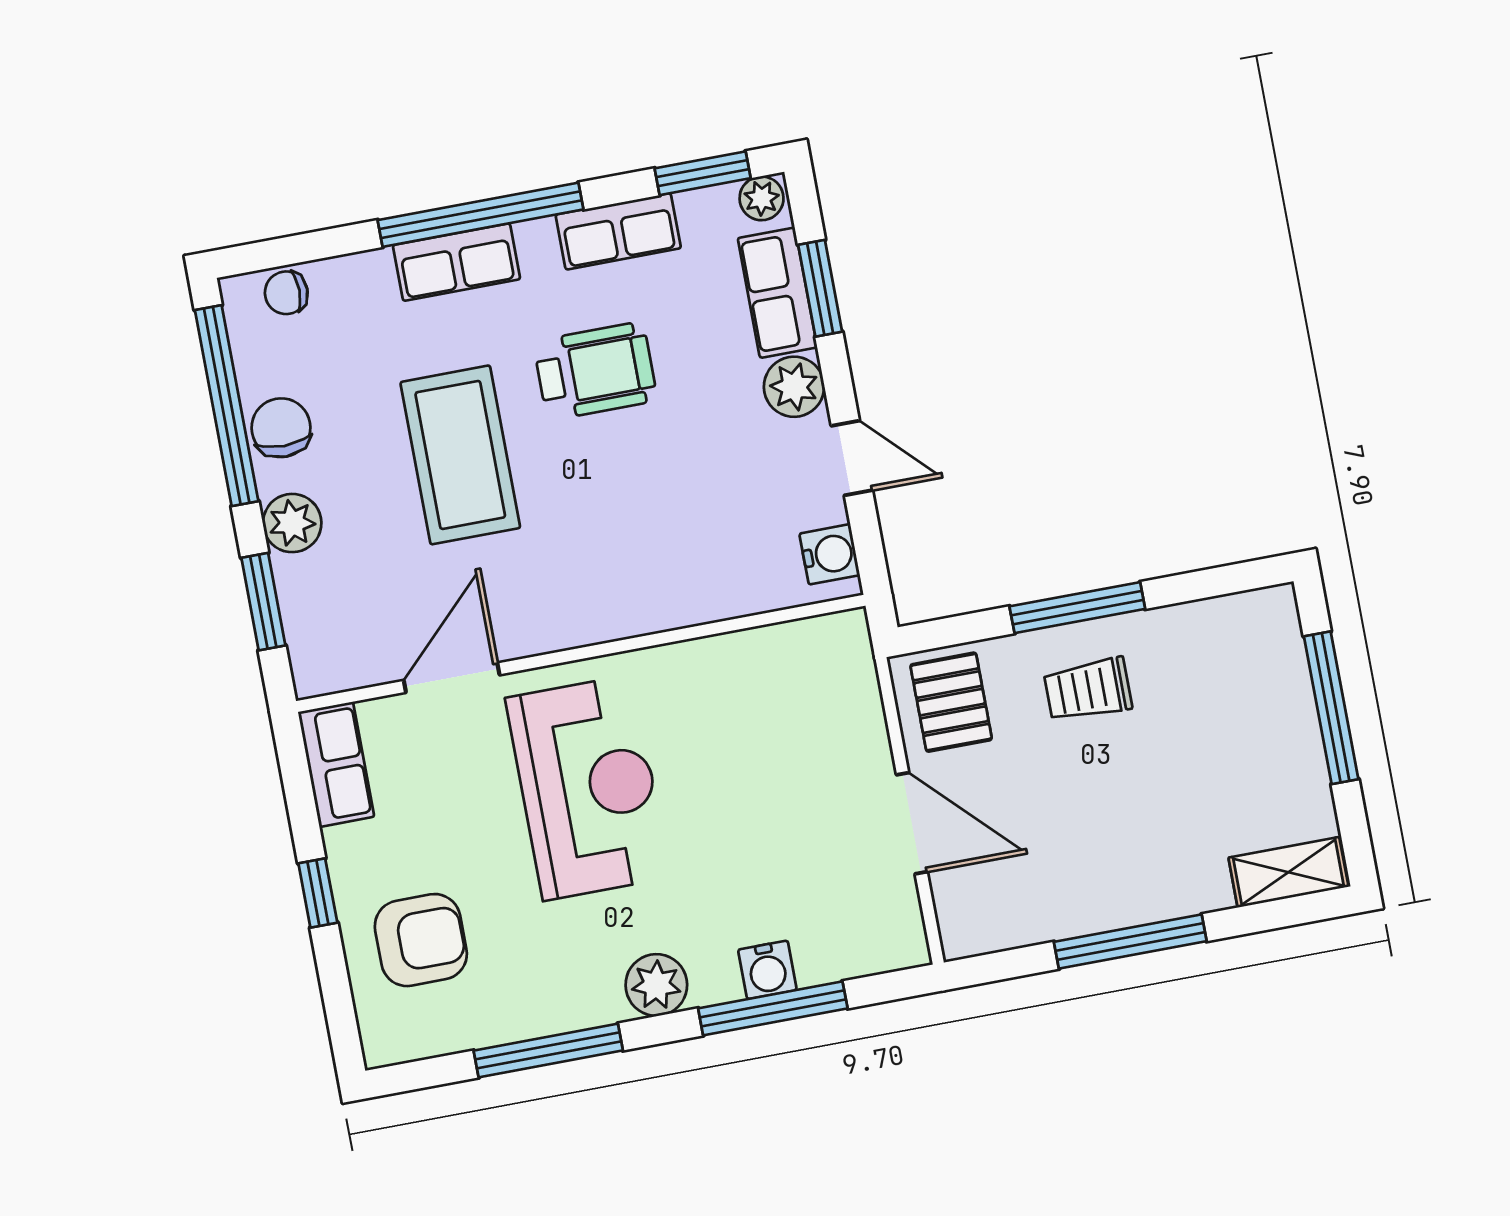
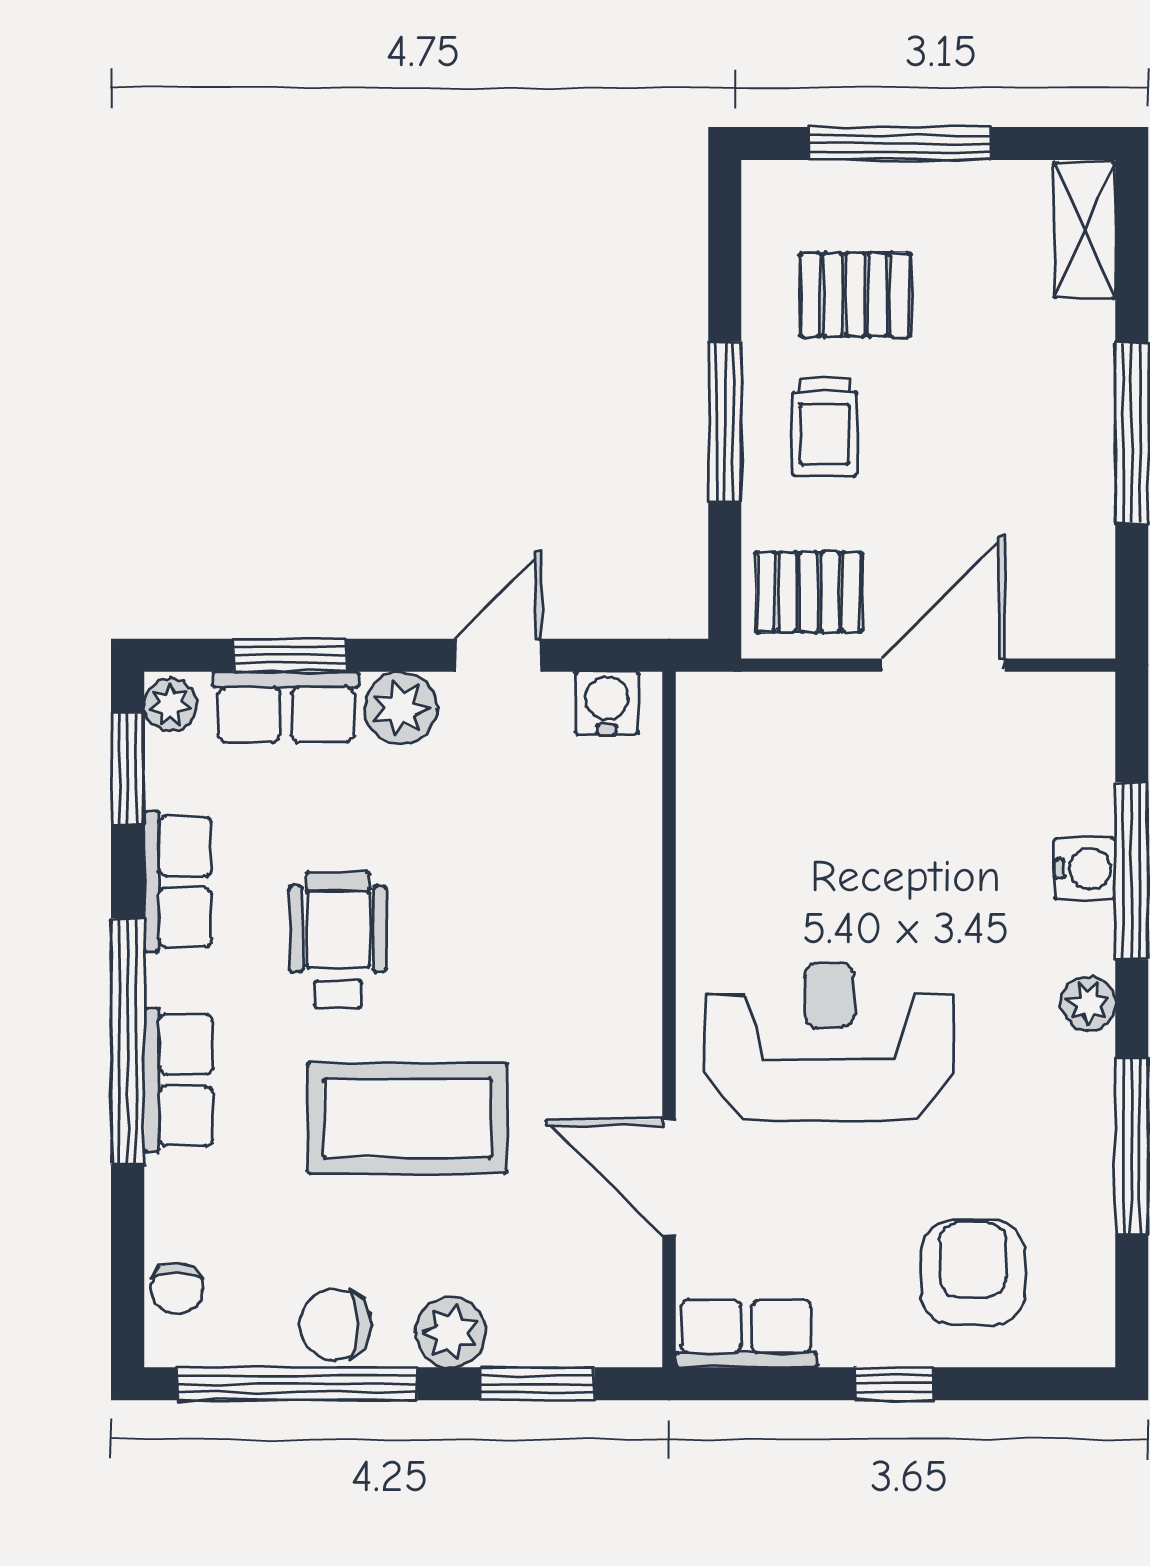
pallet: (1201, 695) -> (855, 295), added
plant: (656, 985) -> (1088, 1004), width x0.73, depth x0.73

